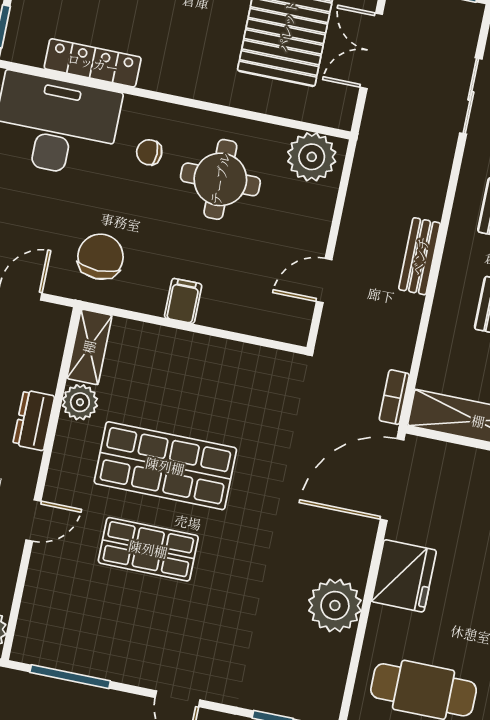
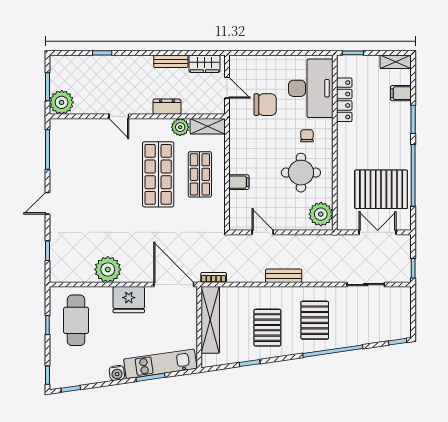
chair: (100, 257) -> (265, 105), moved
filing cabinet: (183, 301) -> (239, 182), moved
shop shelf: (148, 549) -> (200, 174), moved

